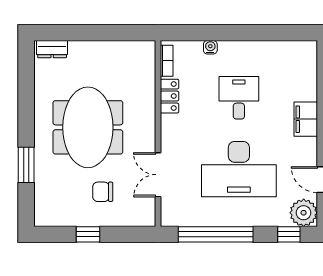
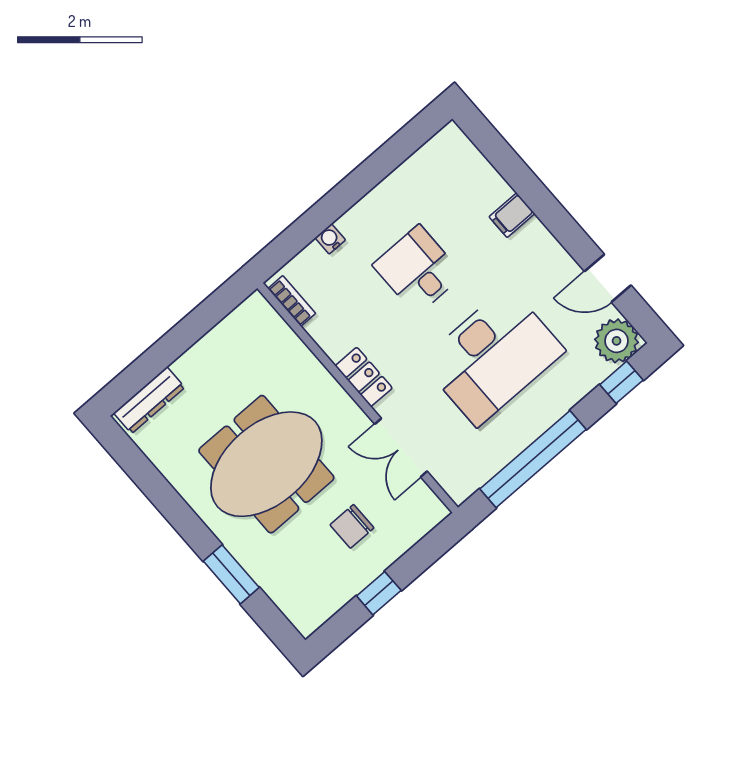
dresser: (52, 49) -> (149, 400), width x1.44
locker: (170, 96) -> (364, 377), moved
filing cabinet: (306, 119) -> (512, 215), width x0.50
meeting table: (88, 127) -> (266, 464), turned 90

